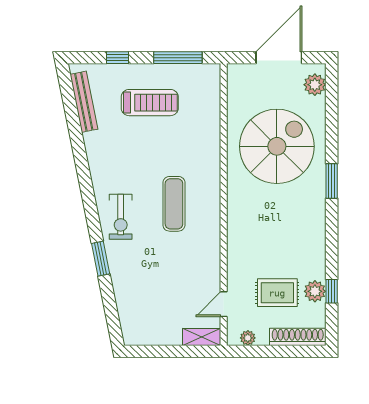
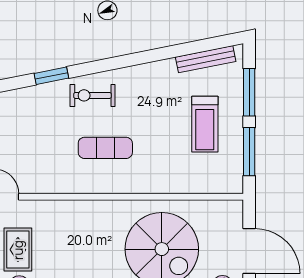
window: (118, 58) -> (249, 92), width x2.17

